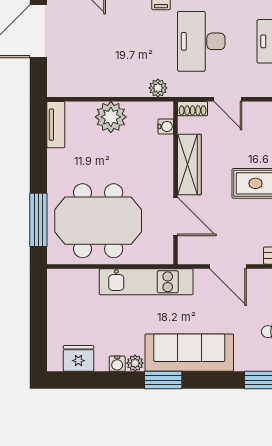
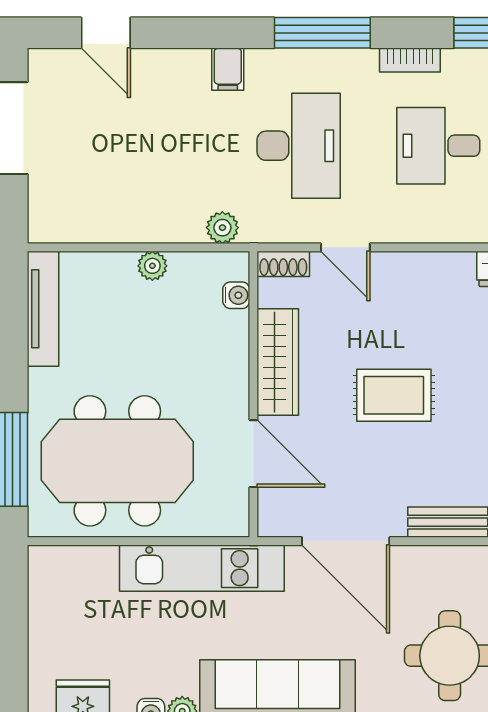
desk: (201, 41) -> (299, 146), turned 180
plant: (111, 117) -> (152, 266), width x0.53, depth x0.53
tv unit: (56, 125) -> (43, 309), width x1.41
door: (228, 266) -> (346, 541), width x1.36

